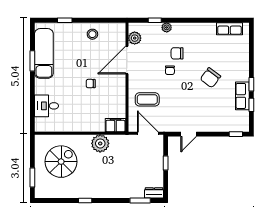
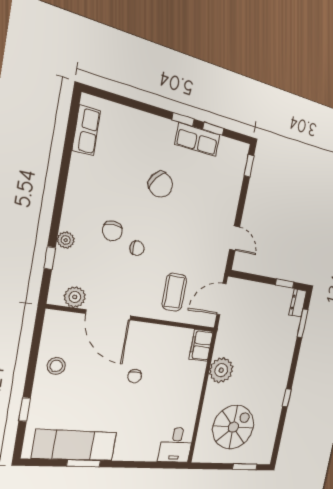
desk: (47, 106) -> (176, 445), moved
spiral stairs: (61, 162) -> (233, 427), turned 90
window: (166, 163) -> (285, 284), moved

